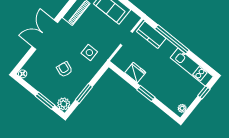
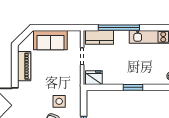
side table: (89, 53) -> (59, 101), moved
fridge: (135, 73) -> (94, 78), moved

